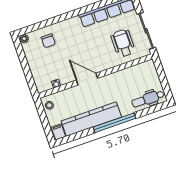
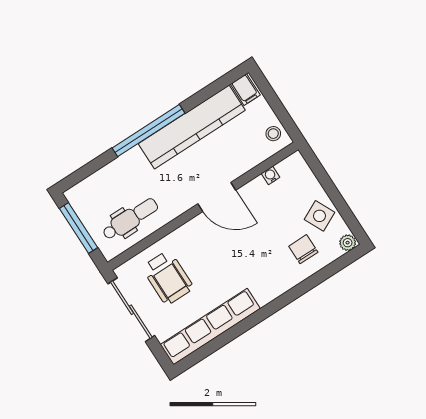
side table: (36, 56) -> (319, 216), added
window: (164, 80) -> (78, 228), added
dental chair: (148, 99) -> (130, 219), moved

